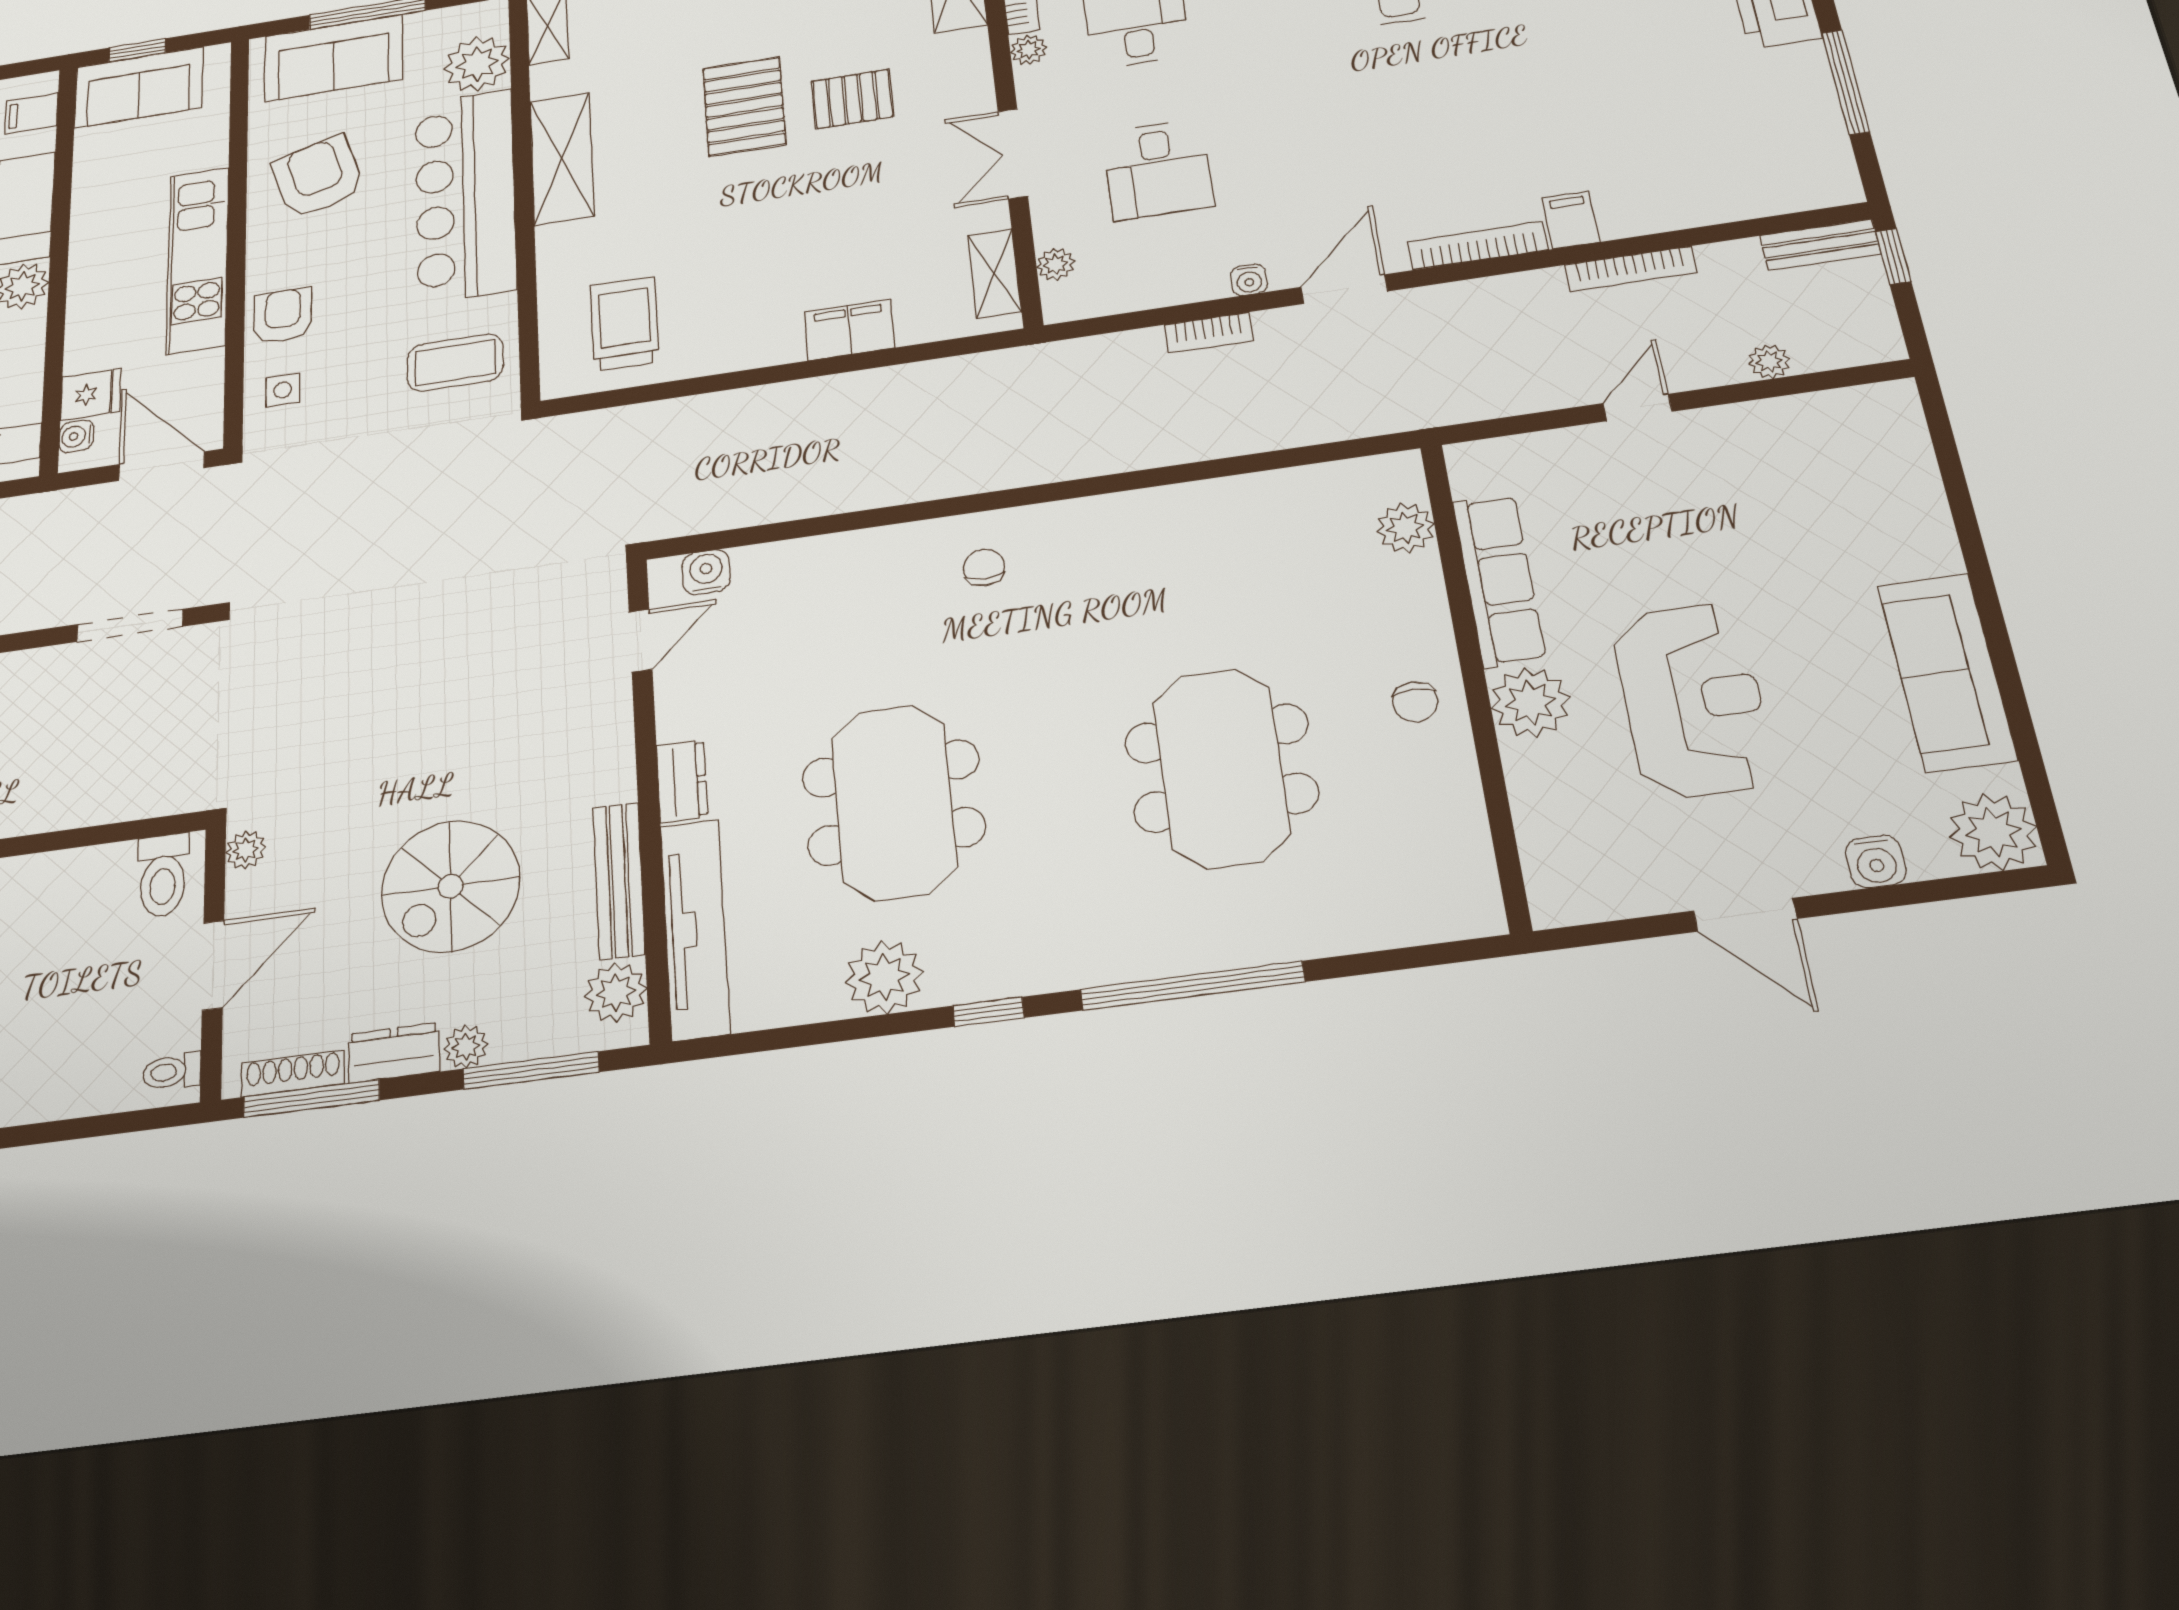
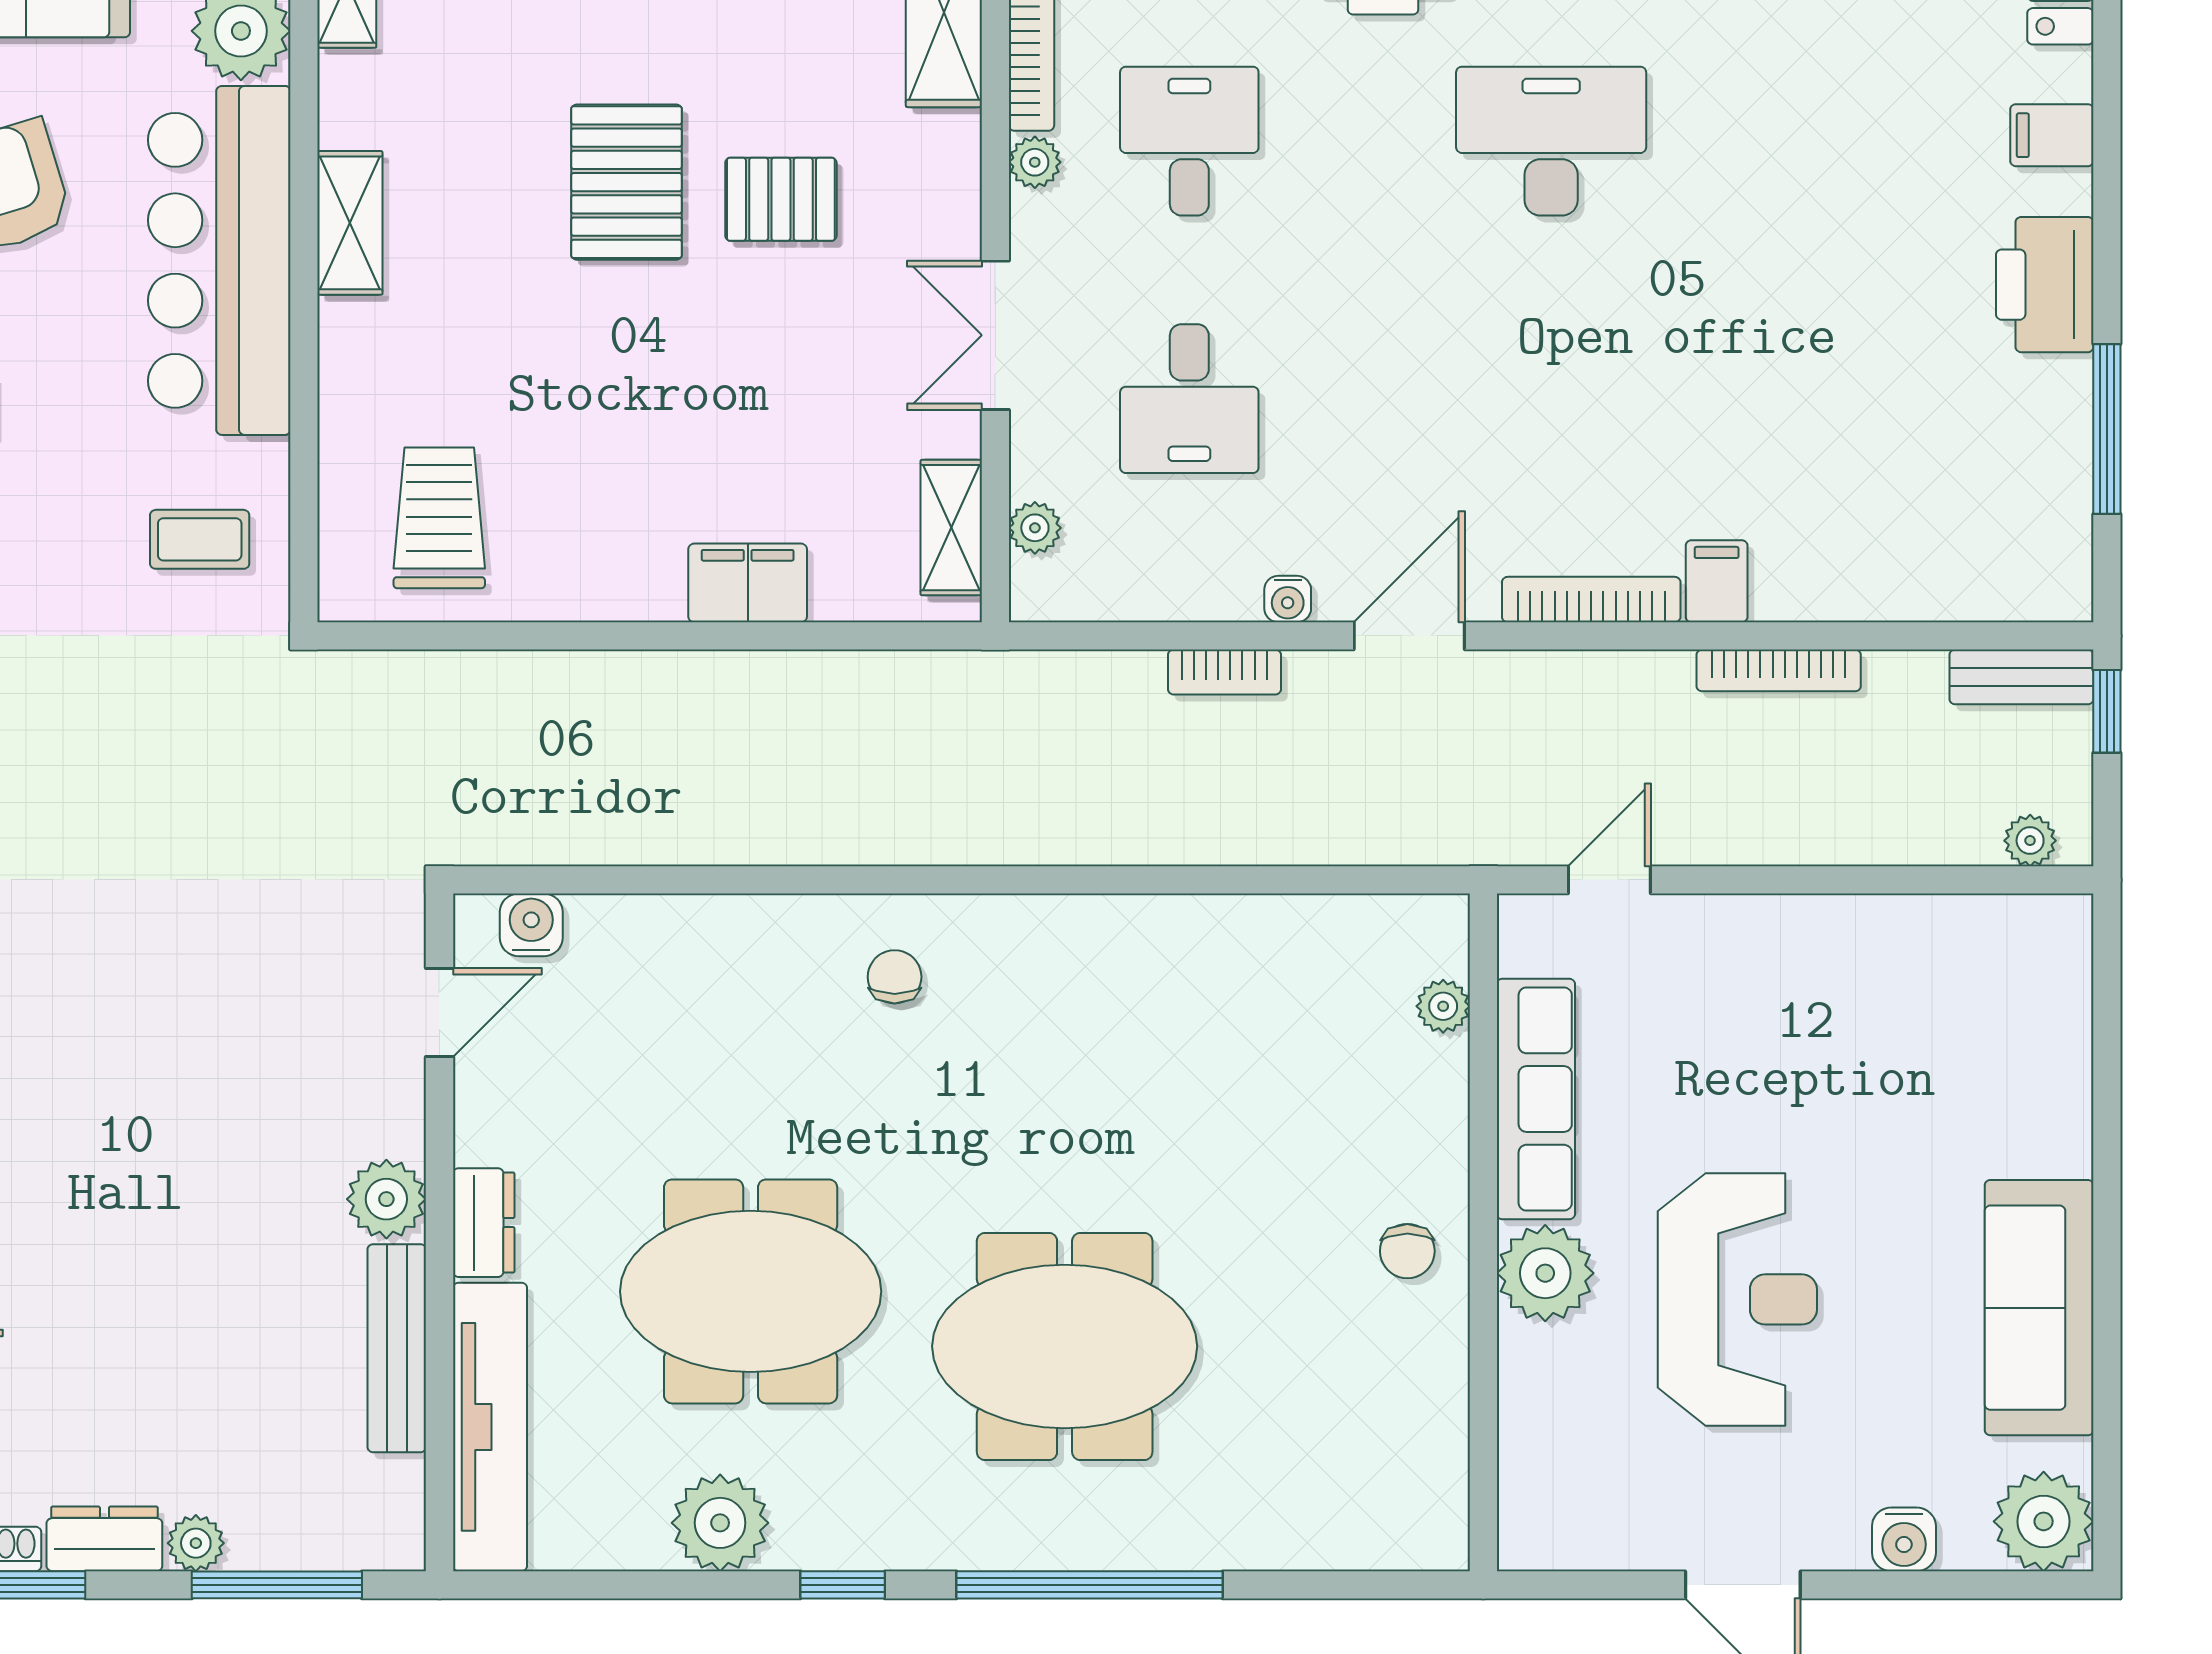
shelving: (562, 158) -> (350, 223), width x0.67, depth x0.75
plant: (1769, 362) -> (2030, 841), moved
coffee table: (455, 363) -> (200, 539), width x0.73, depth x0.77
door: (1638, 407) -> (1609, 880), moved
plant: (1405, 528) -> (1443, 1006), width x0.73, depth x0.73
meeting table: (1221, 768) -> (1065, 1346), moved, turned 90
meeting table: (894, 802) -> (751, 1291), turned 90
spiral stairs: (450, 886) -> (180, 1325), removed
plant: (616, 992) -> (386, 1199), moved

